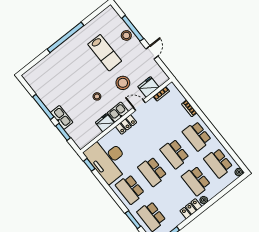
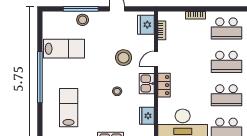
lab bench: (105, 53) -> (64, 49), moved
lab bench: (60, 73) -> (69, 108), added
fridge: (148, 87) -> (146, 25), moved
fridge: (105, 123) -> (147, 116), moved

